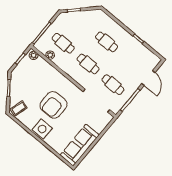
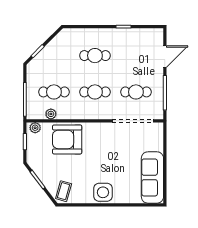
door: (148, 78) -> (165, 57), hinge flipped
armchair: (53, 105) -> (67, 139), moved, turned 90

